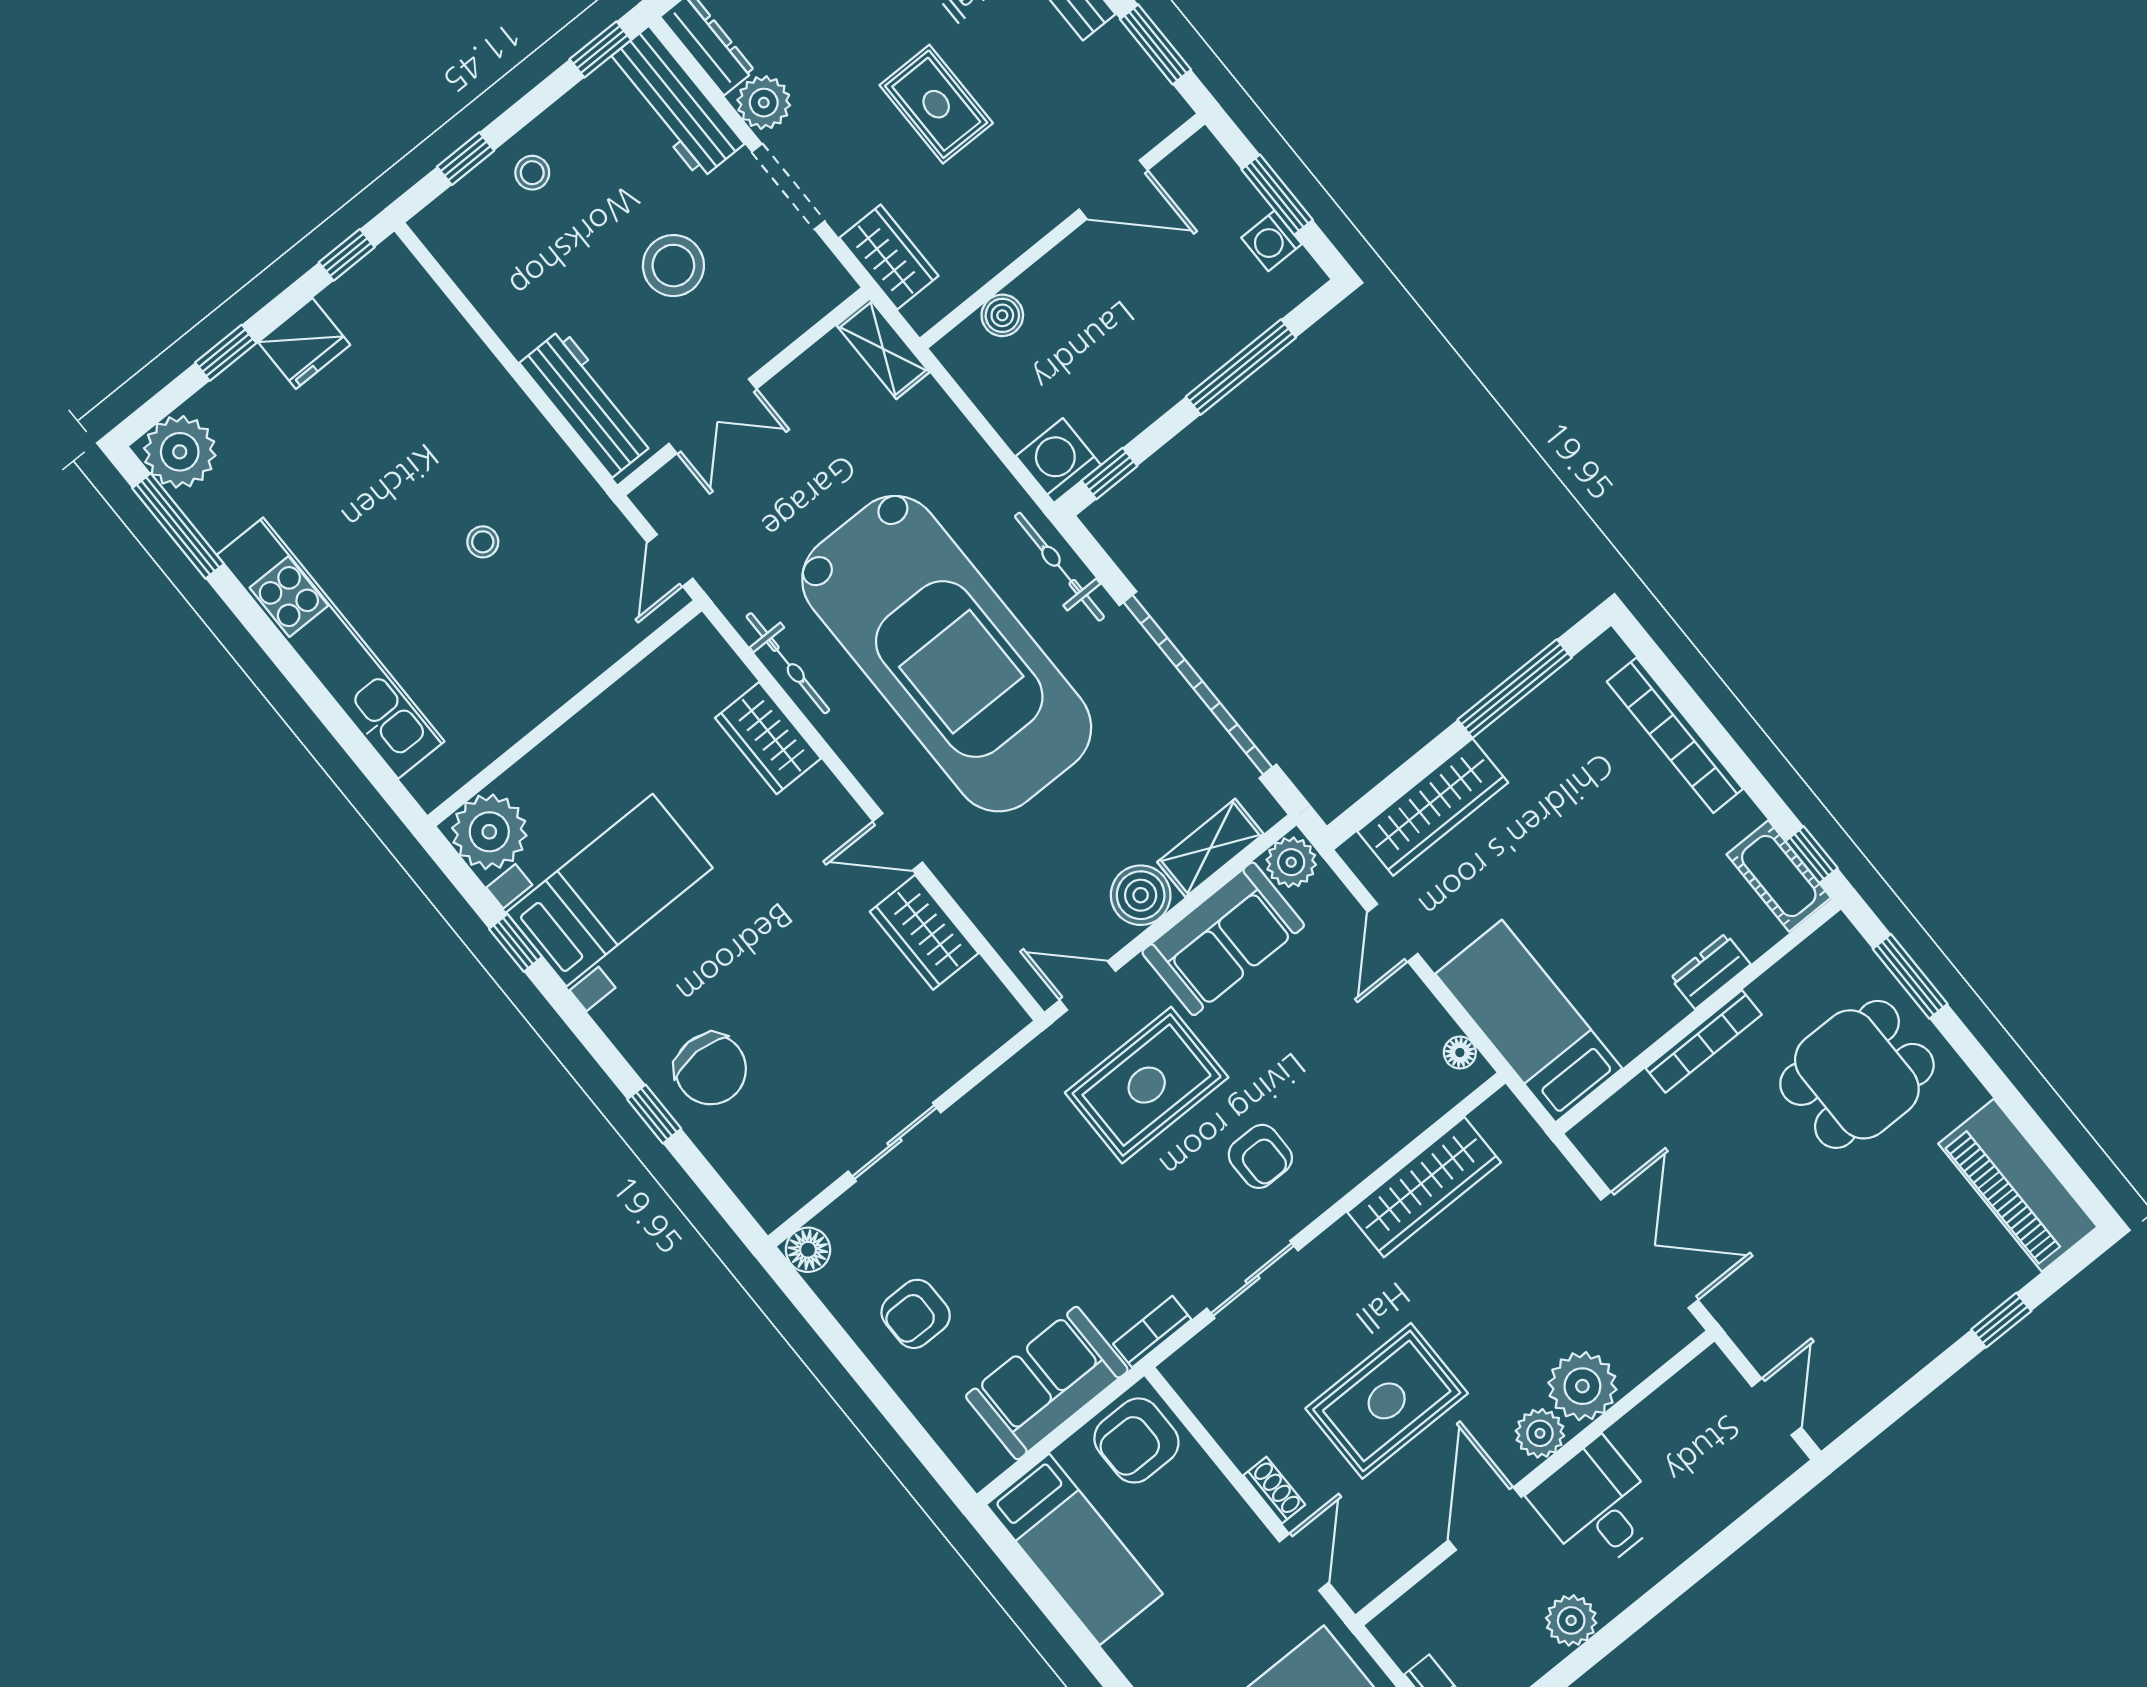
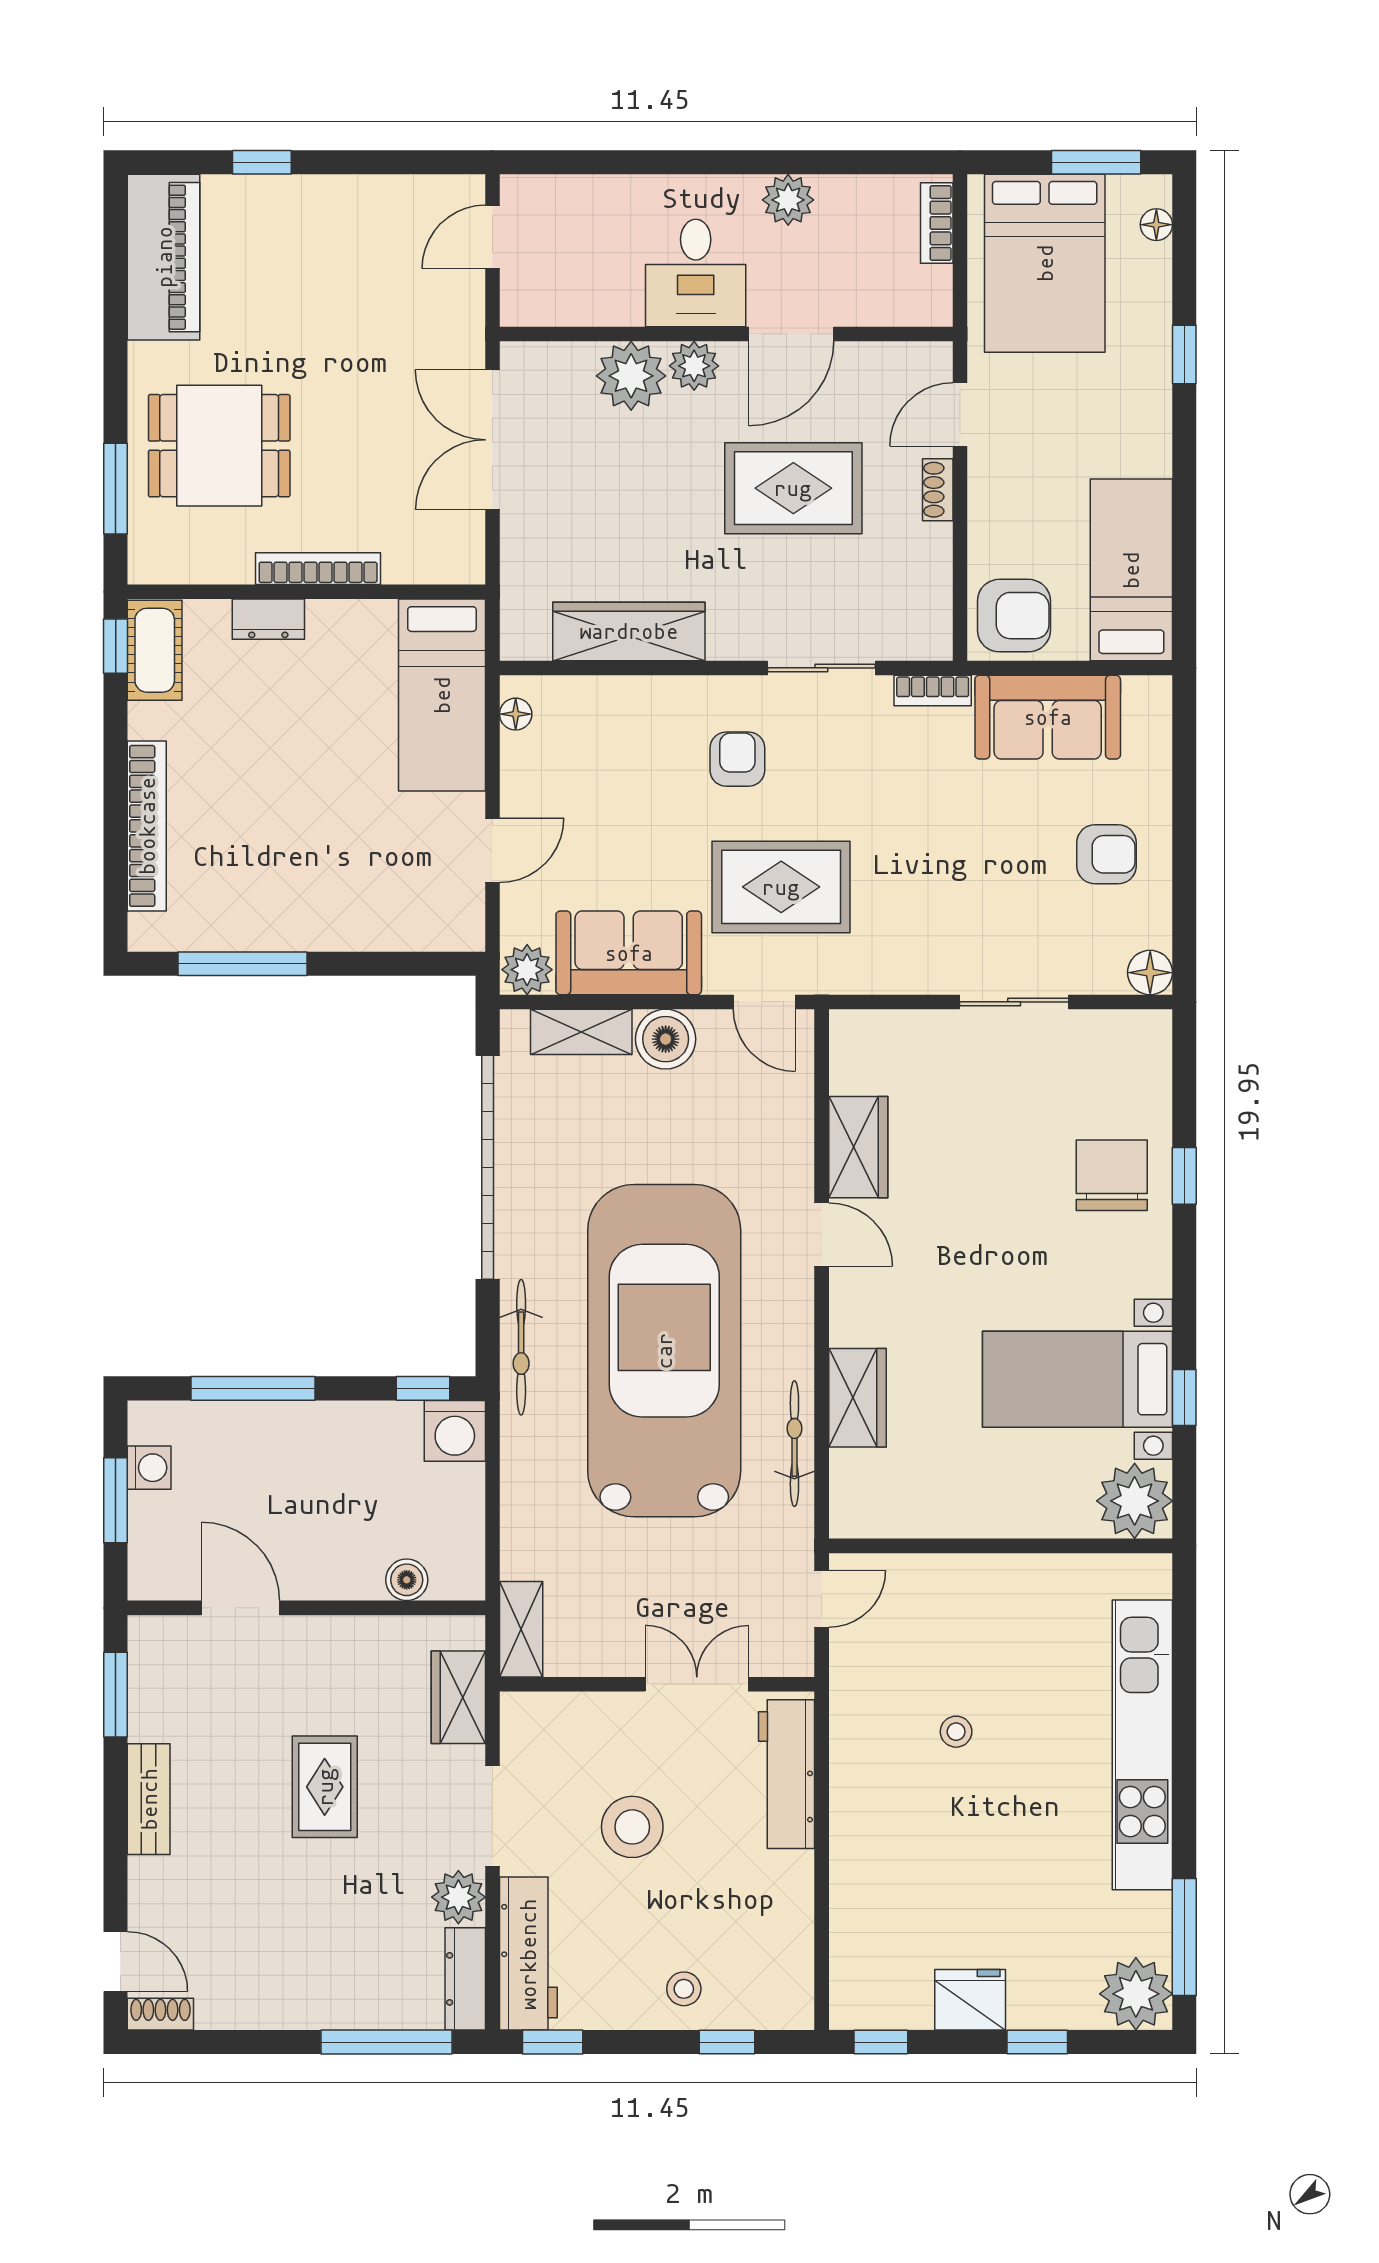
wardrobe: (1433, 807) -> (382, 923), removed

